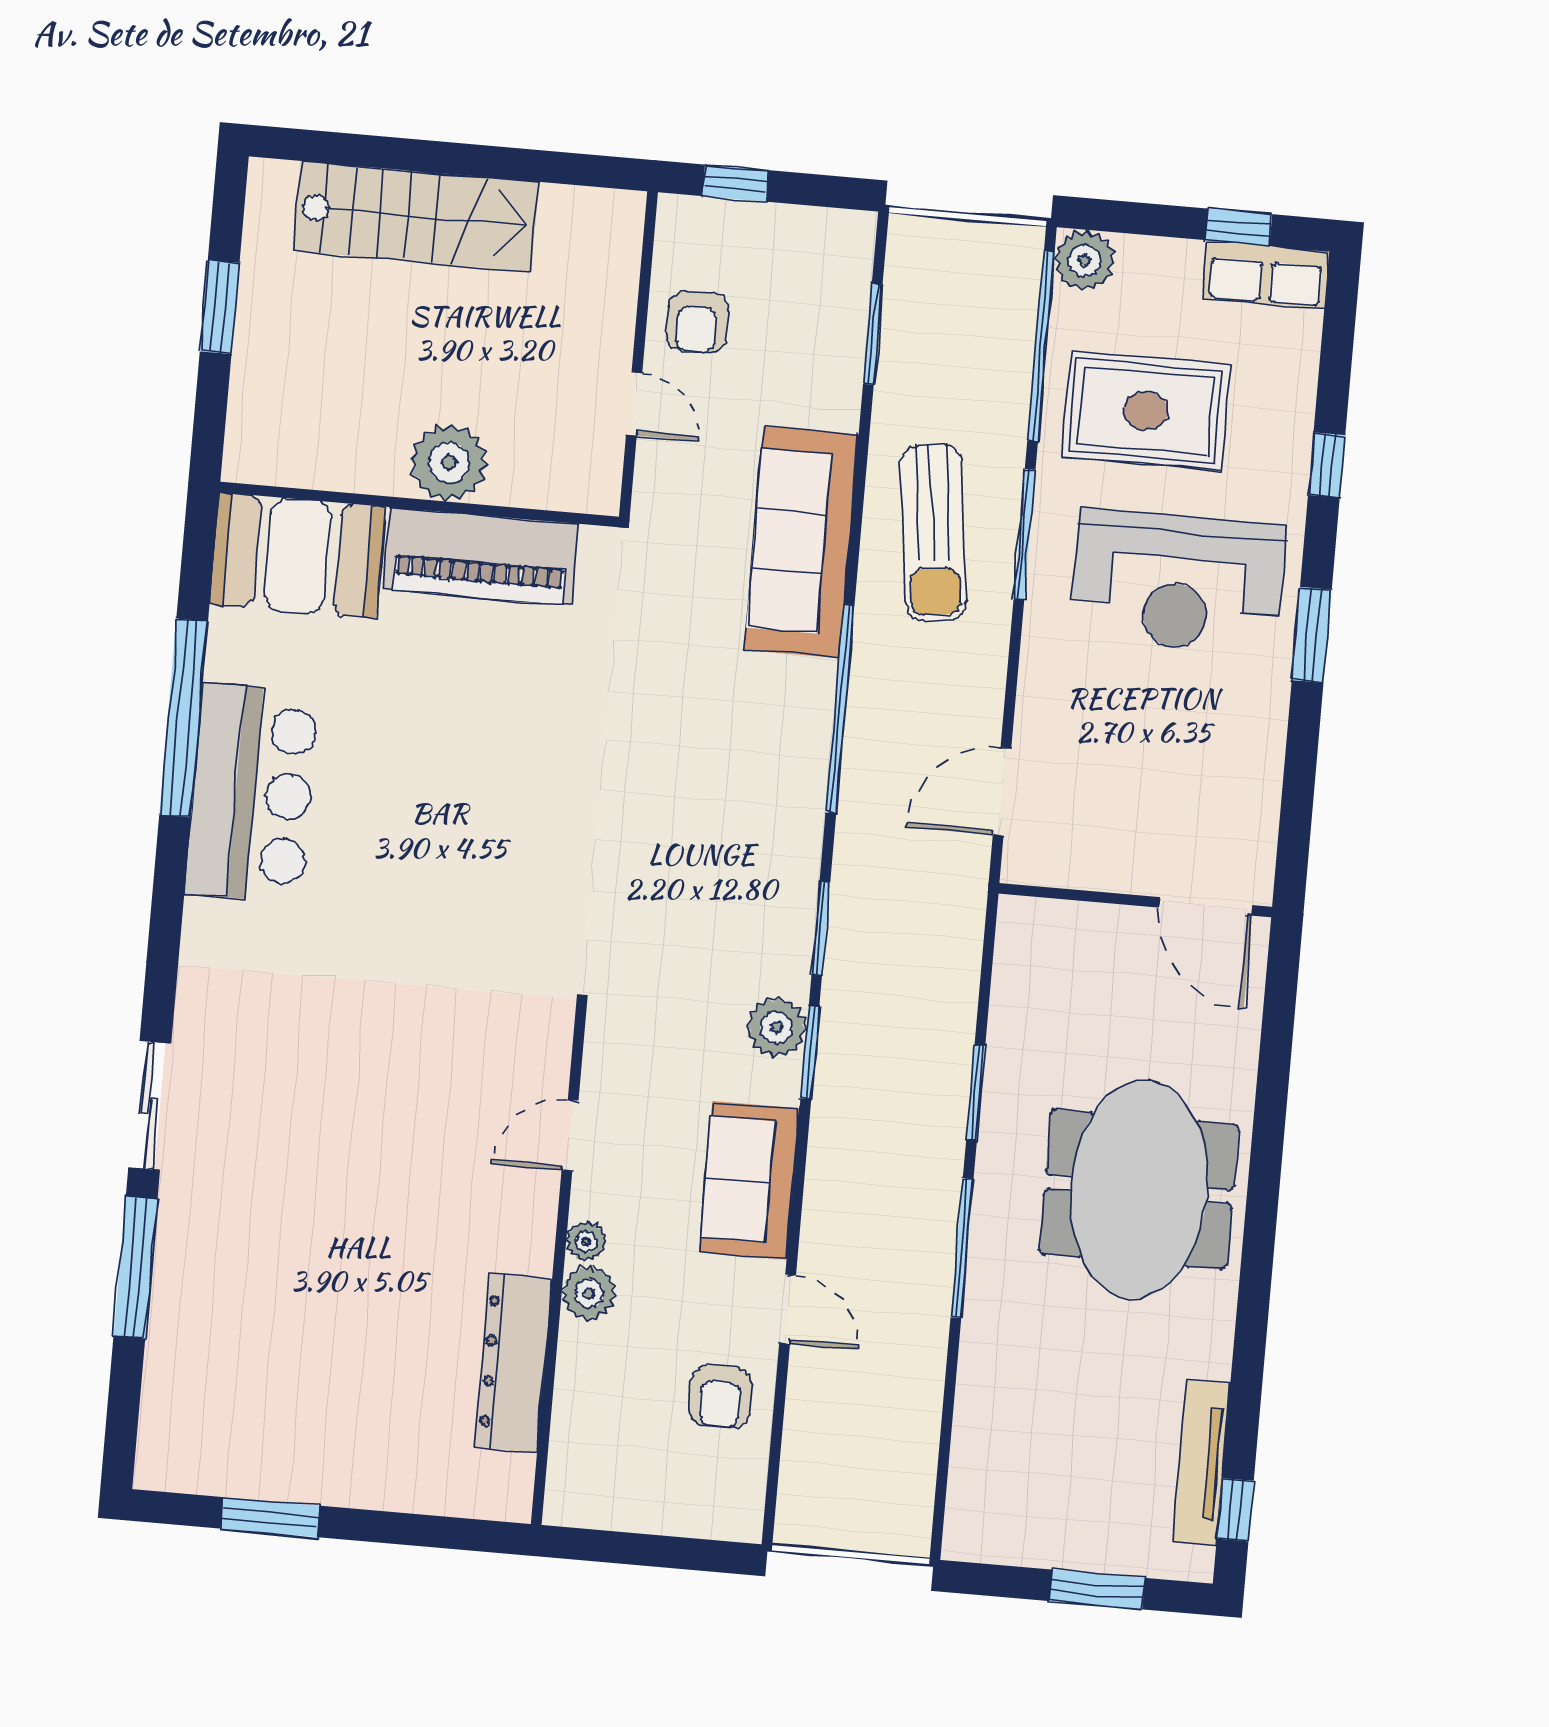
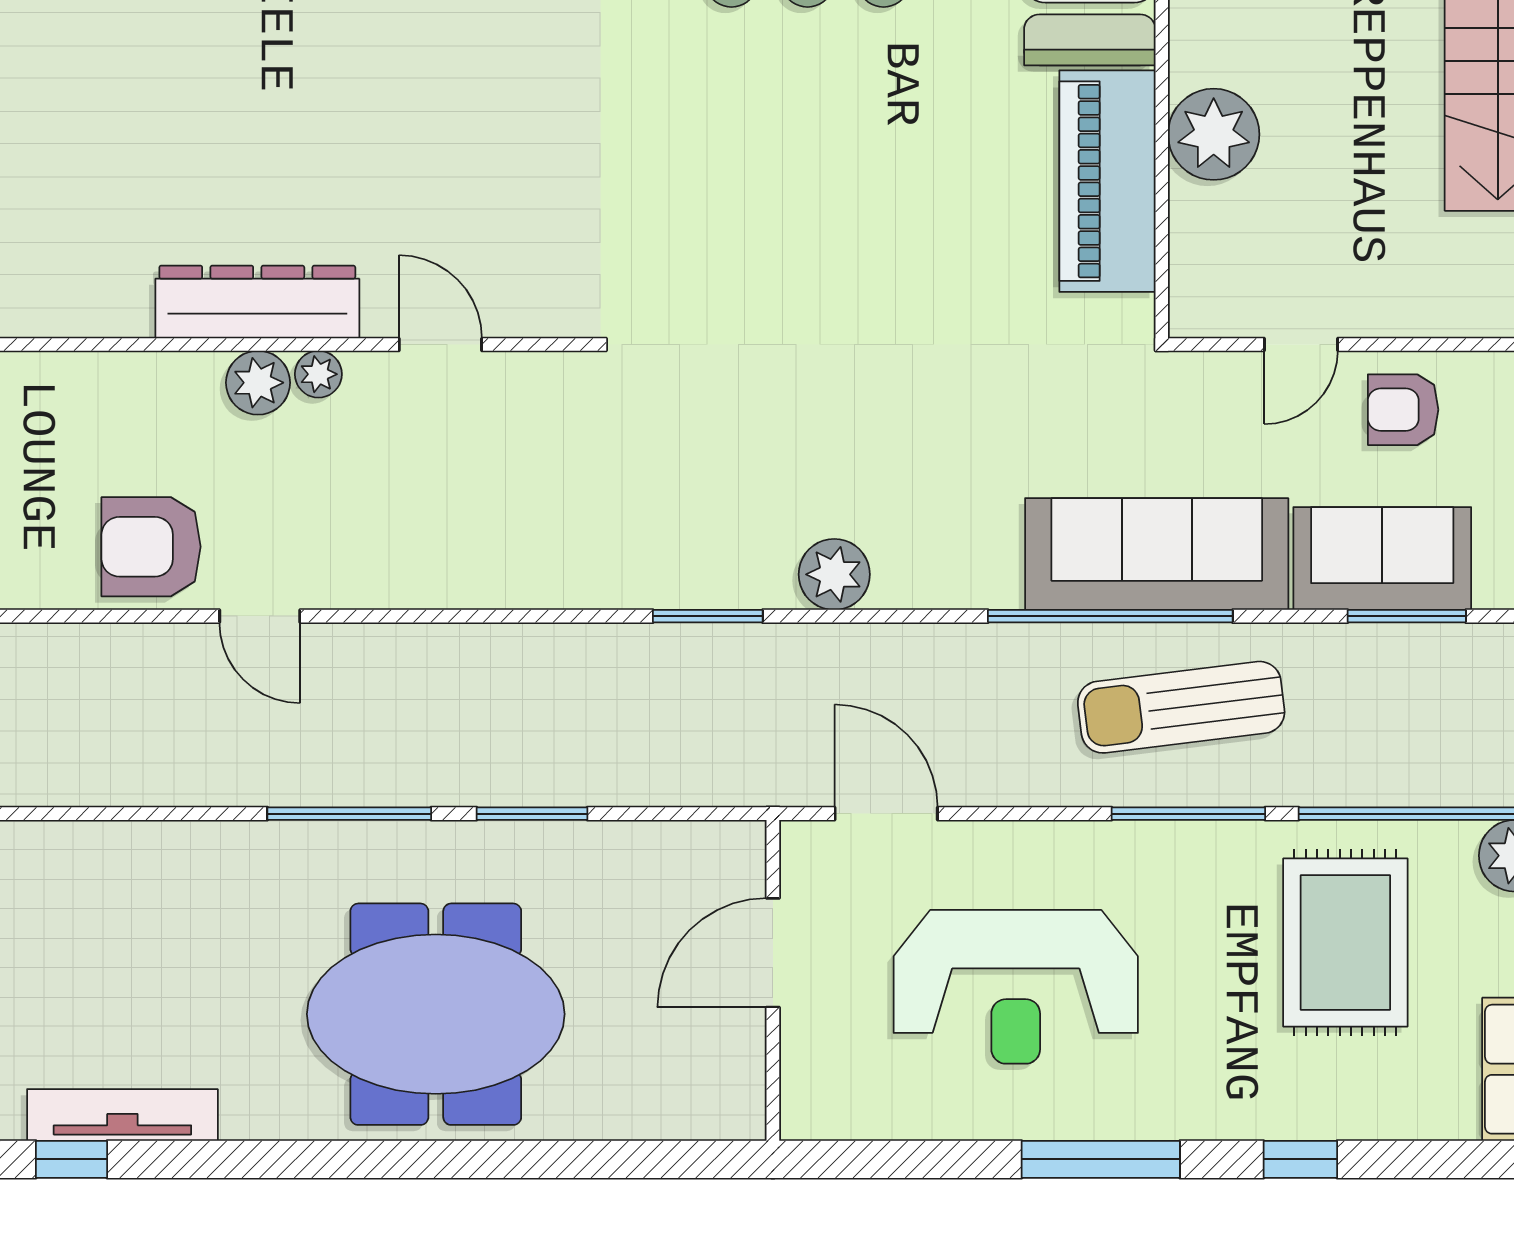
reception desk: (1178, 581) -> (1016, 987), moved, turned -90
window: (1312, 635) -> (1101, 1159), width x1.44
window: (840, 709) -> (1110, 616), moved
door: (1206, 906) -> (773, 953), moved
plant: (776, 1027) -> (834, 574), moved
window: (810, 1053) -> (562, 616), removed
sofa: (749, 1180) -> (1382, 559), moved
door: (788, 1309) -> (260, 616), hinge flipped
dresser: (514, 1363) -> (257, 302), moved
armchair: (720, 1397) -> (151, 547), width x1.38, depth x1.38

